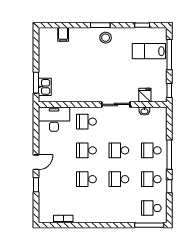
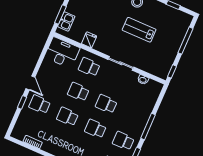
lab bench: (149, 51) -> (139, 30), moved
fridge: (145, 95) -> (89, 40), moved
school desk: (151, 150) -> (40, 104), moved
door: (36, 162) -> (30, 83), hinge flipped

